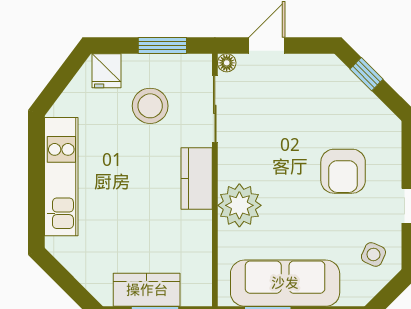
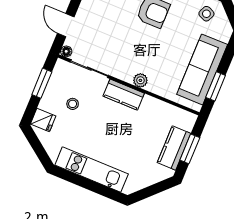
stool: (150, 106) -> (73, 104), width x0.53, depth x0.53
plant: (239, 205) -> (140, 80), width x0.53, depth x0.53

